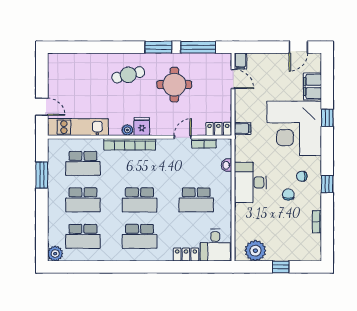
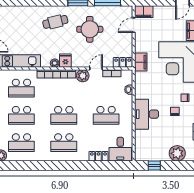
filing cabinet: (241, 61) -> (144, 12), width x2.00
door: (233, 79) -> (134, 25), swing flipped
filing cabinet: (243, 129) -> (141, 62), width x2.00
plant: (165, 147) -> (83, 76), added
desk: (250, 182) -> (147, 114), moved
plant: (255, 251) -> (177, 153), moved
window: (281, 267) -> (154, 166), moved

